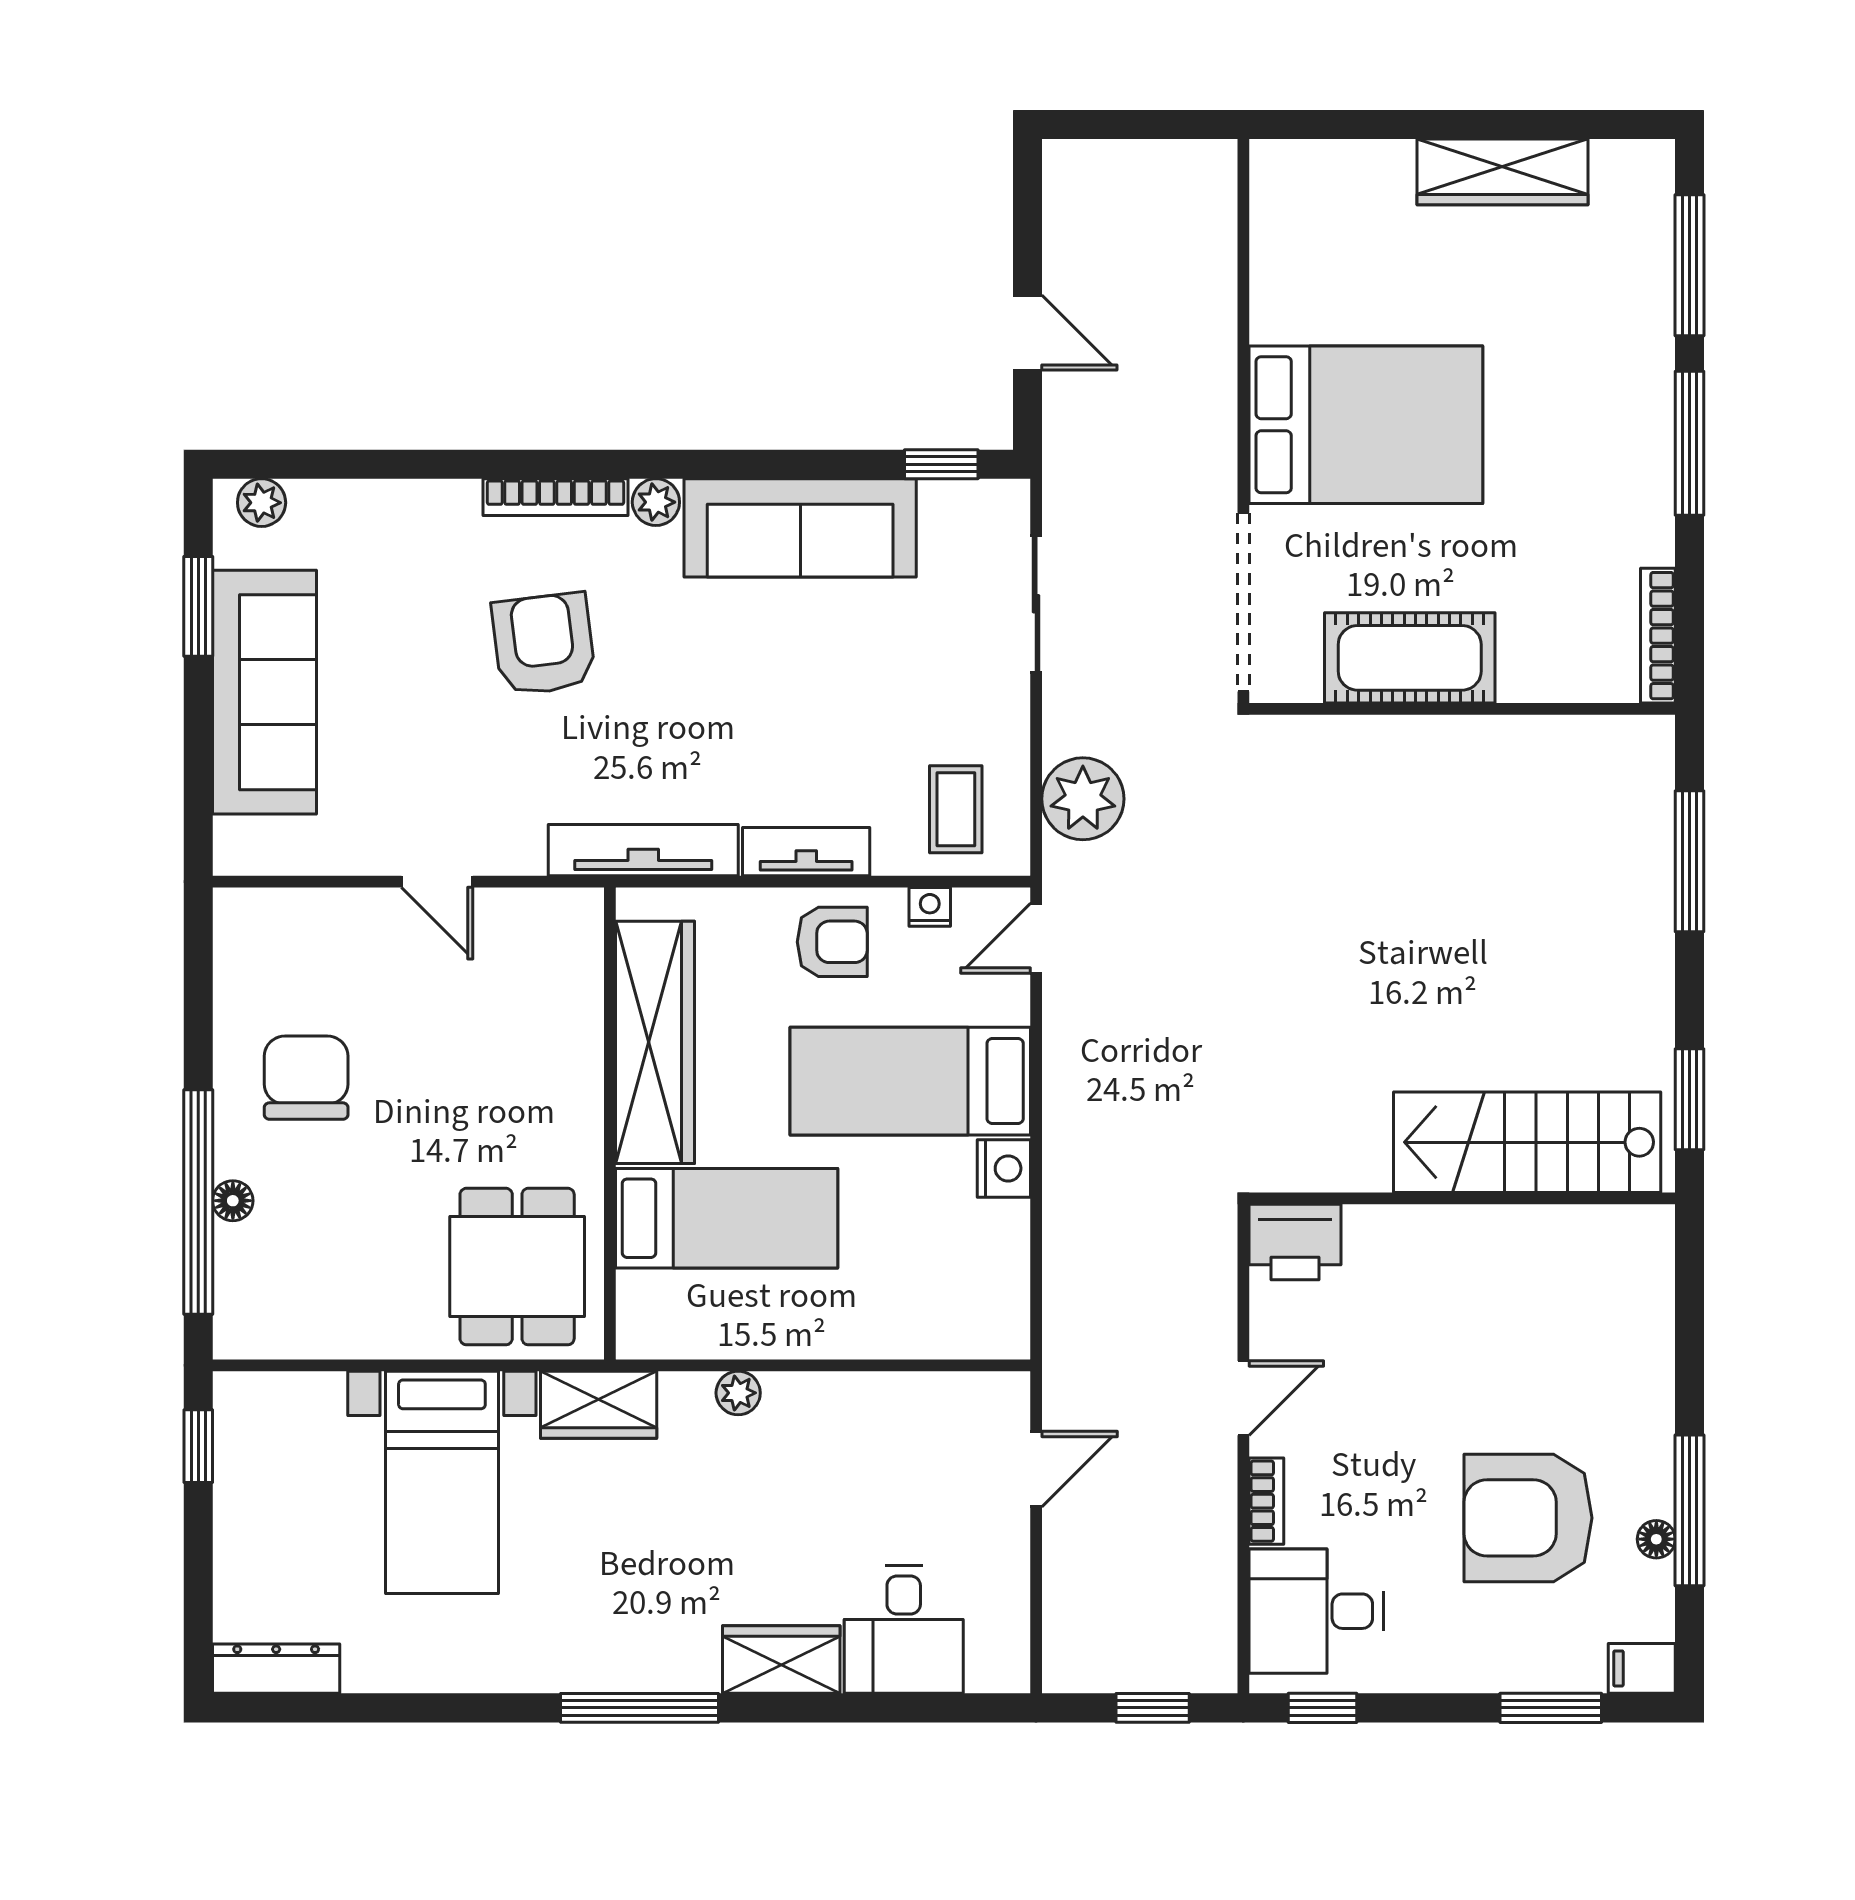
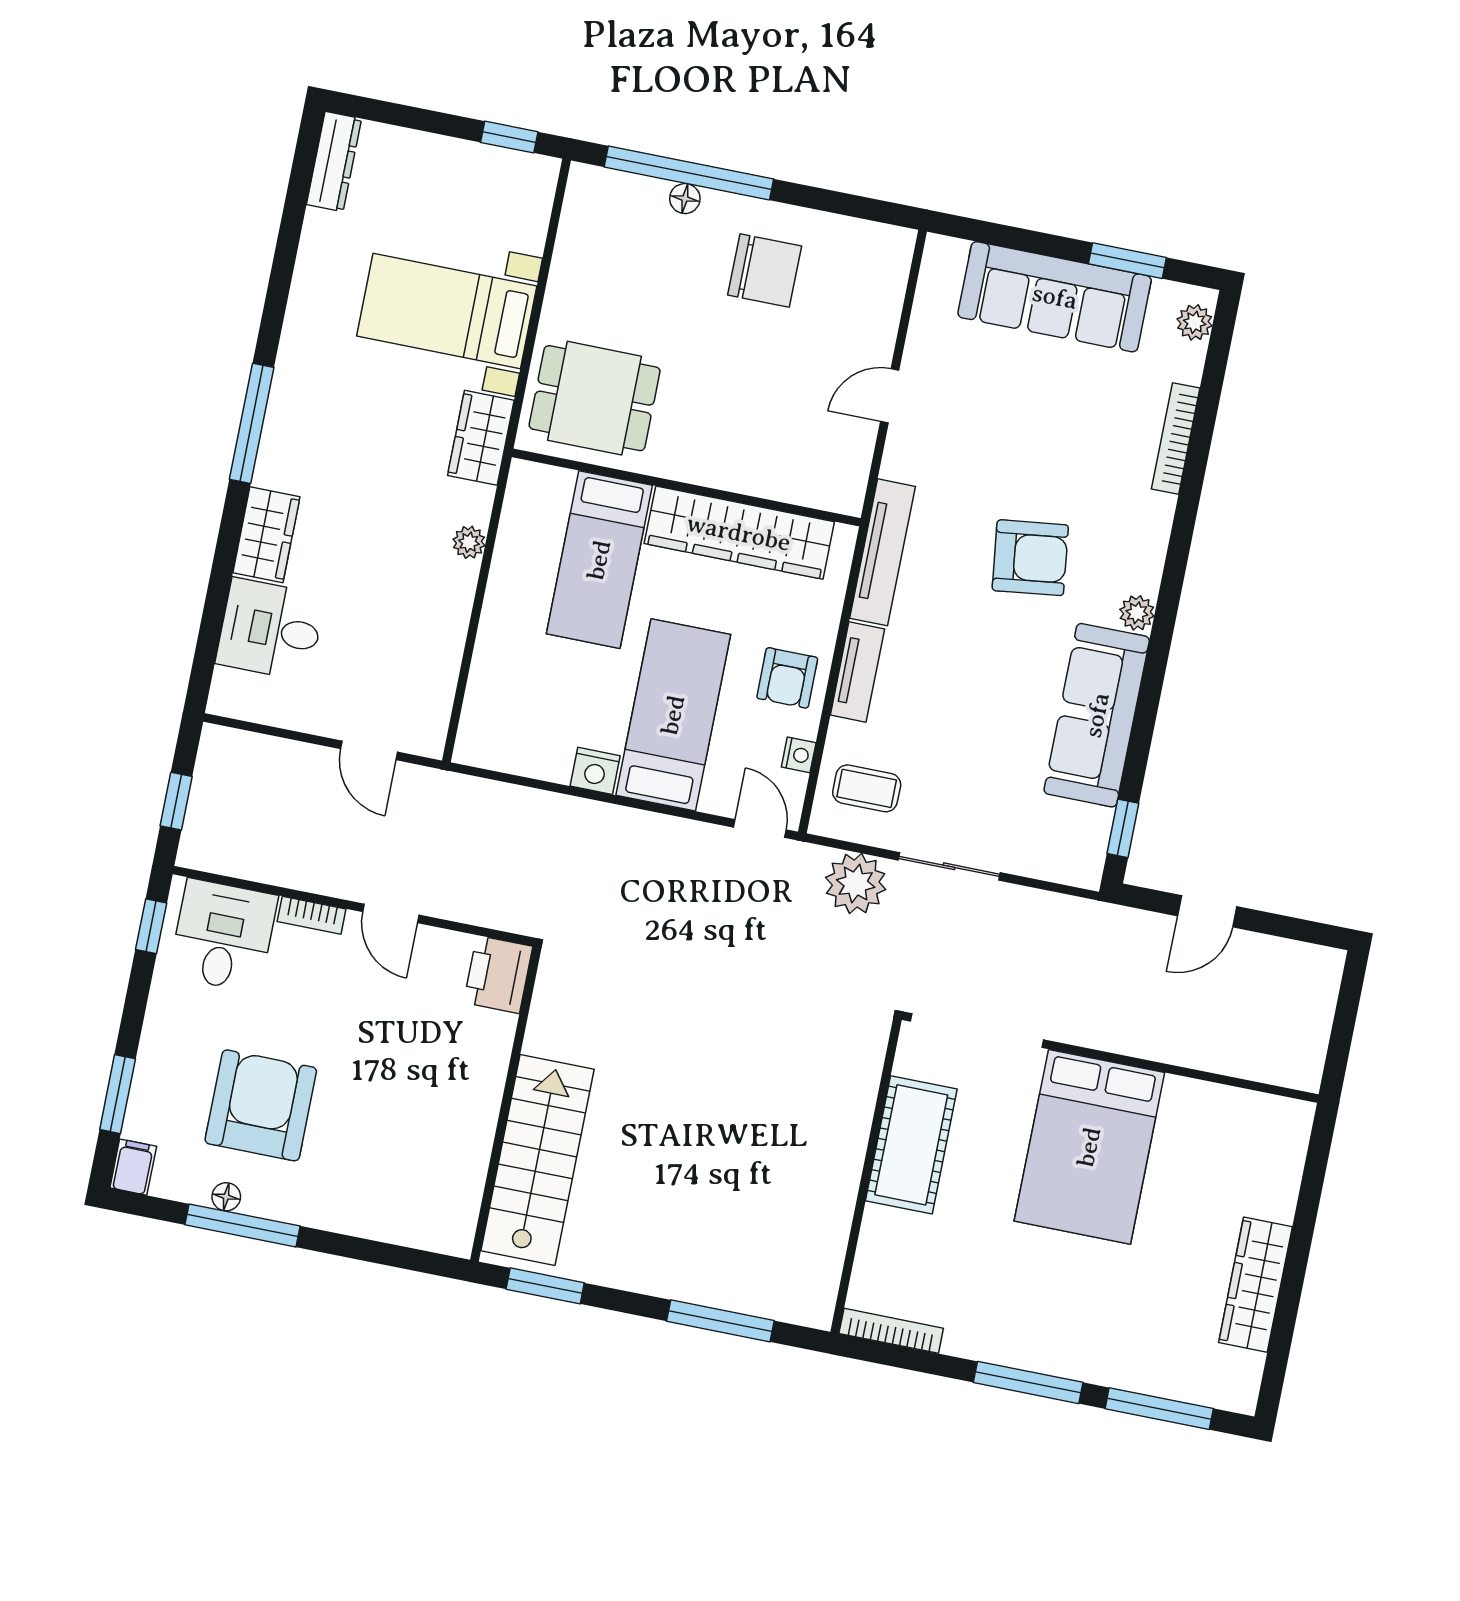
bookcase: (556, 497) -> (1176, 439), moved
sliding door: (1036, 604) -> (949, 866), moved
armchair: (544, 644) -> (1030, 558), moved

